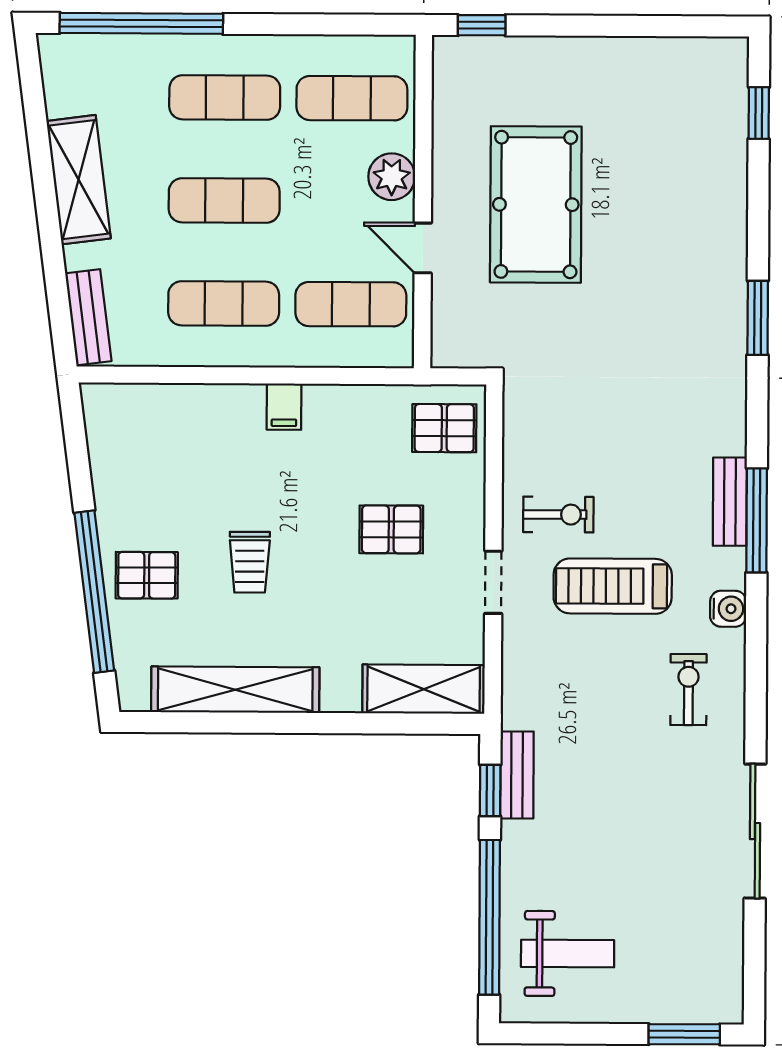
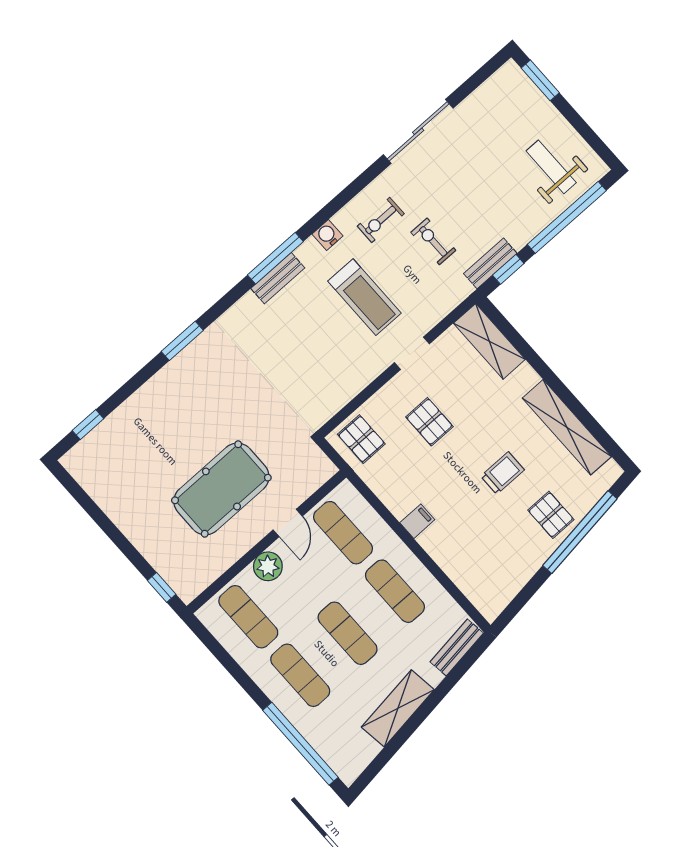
exercise bike: (558, 515) -> (433, 241), moved

